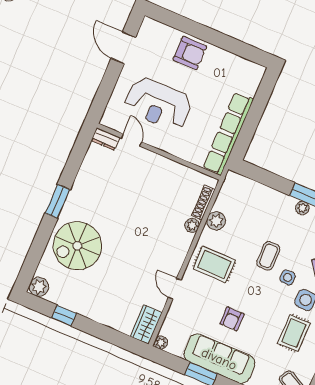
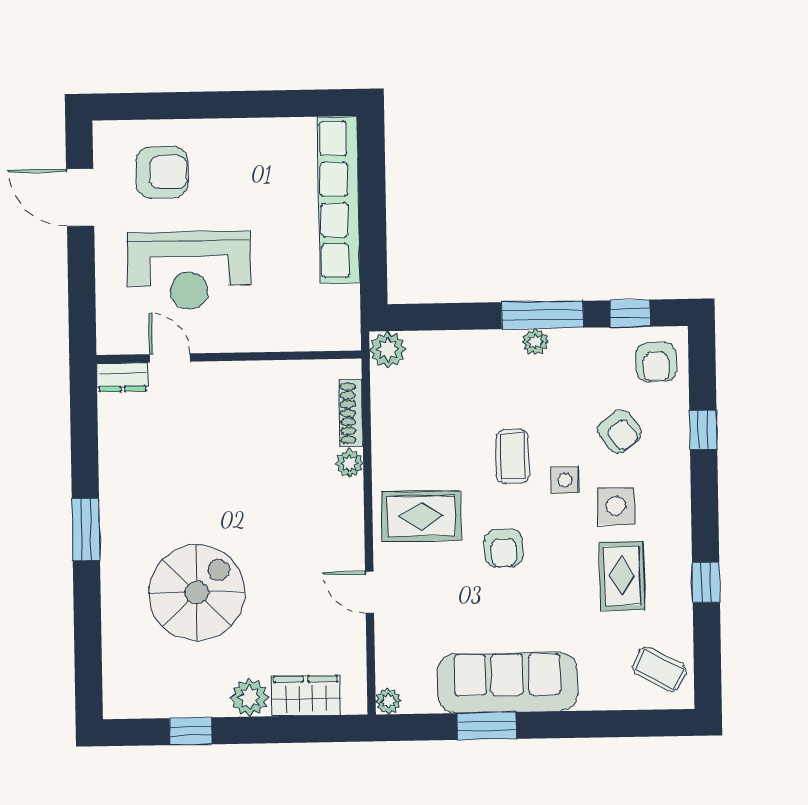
armchair: (190, 53) -> (162, 172), moved
row of seats: (228, 134) -> (339, 200), moved
plant: (216, 221) -> (388, 350), moved
spiral stairs: (77, 246) -> (197, 593), moved, turned 180
plant: (39, 287) -> (250, 697), moved
armchair: (232, 319) -> (504, 548), moved
wardrobe: (146, 325) -> (306, 696), moved, turned 90

